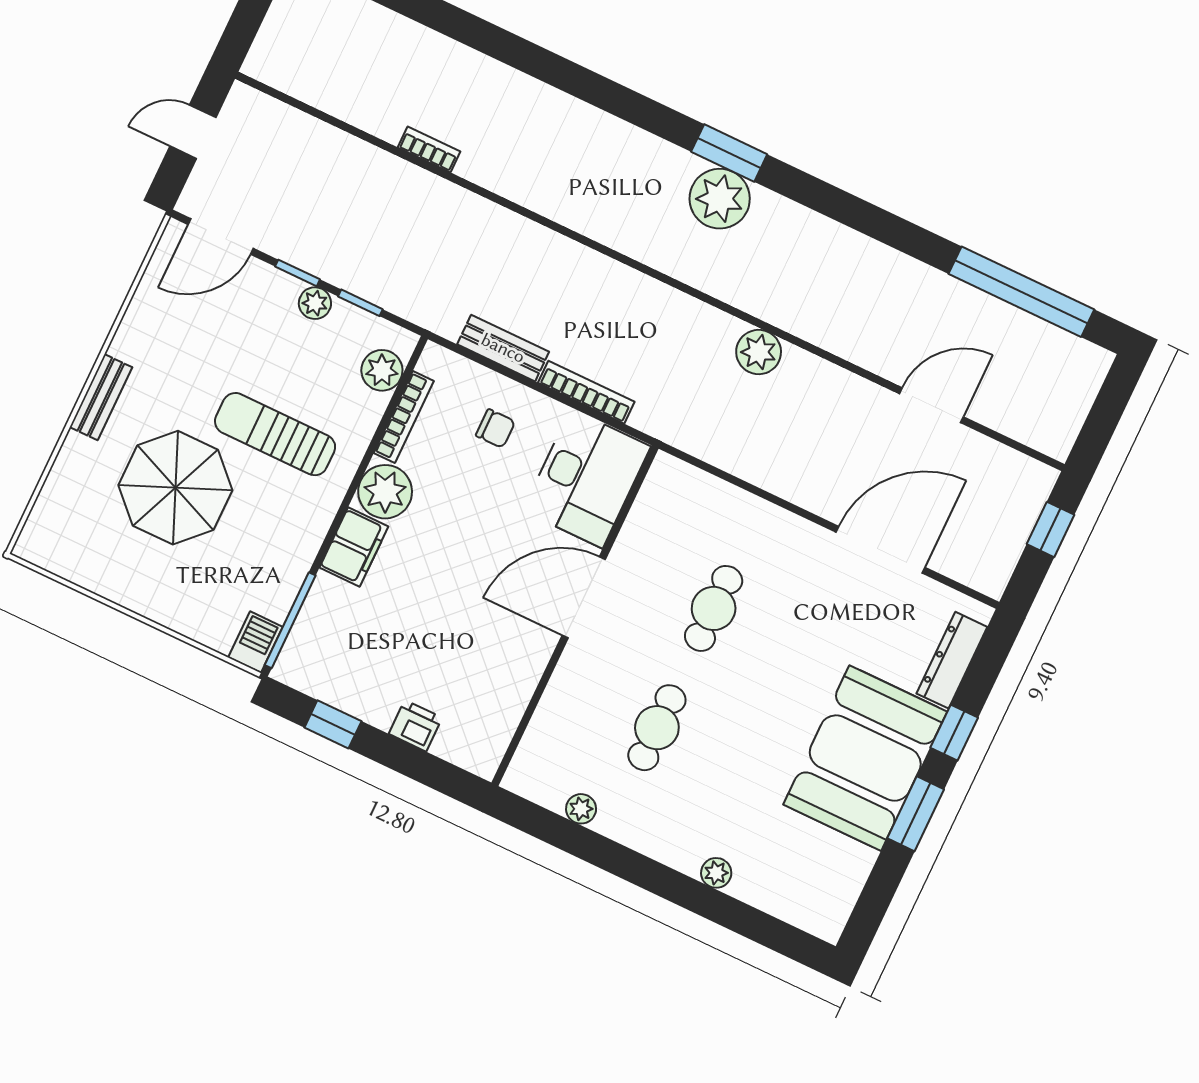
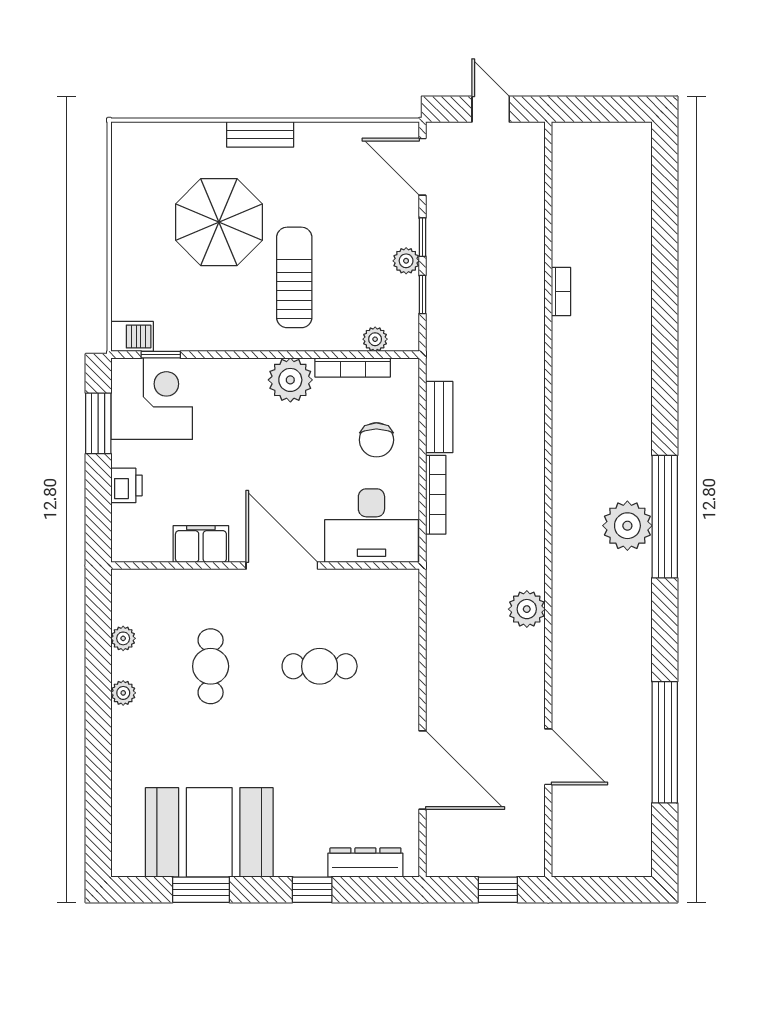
window: (729, 153) -> (665, 517), width x2.11
window: (1021, 292) -> (665, 742), moved
plant: (382, 370) -> (375, 339), width x0.73, depth x0.73
chair: (495, 429) -> (376, 440), width x1.37, depth x1.37
filing cabinet: (354, 547) -> (201, 544), moved, turned 180
window: (290, 620) -> (161, 355), width x0.46
corner desk: (334, 653) -> (152, 399), added
window: (333, 724) -> (98, 423), width x1.50
cafe table: (657, 728) -> (211, 666), turned 90
booth: (865, 758) -> (209, 832), moved
window: (916, 814) -> (201, 890), moved
plant: (716, 873) -> (123, 693), moved

